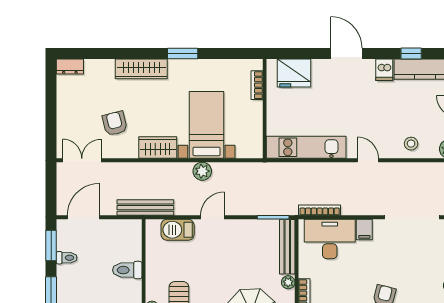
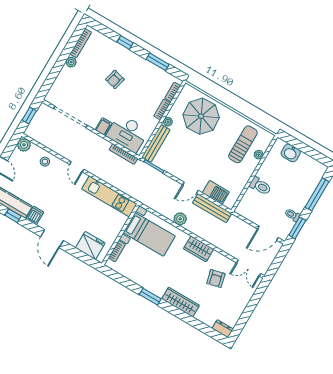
bed with nightstands: (206, 125) -> (149, 234), moved, turned -90
bench: (145, 208) -> (212, 208), moved

